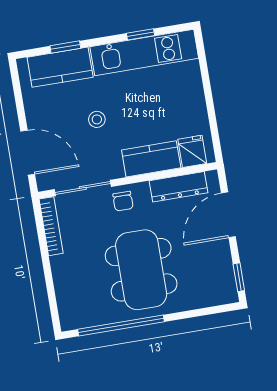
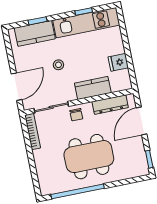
fridge: (192, 151) -> (118, 62), moved, turned -90
door: (28, 153) -> (17, 87), hinge flipped
dining table: (141, 270) -> (89, 157), turned 90

